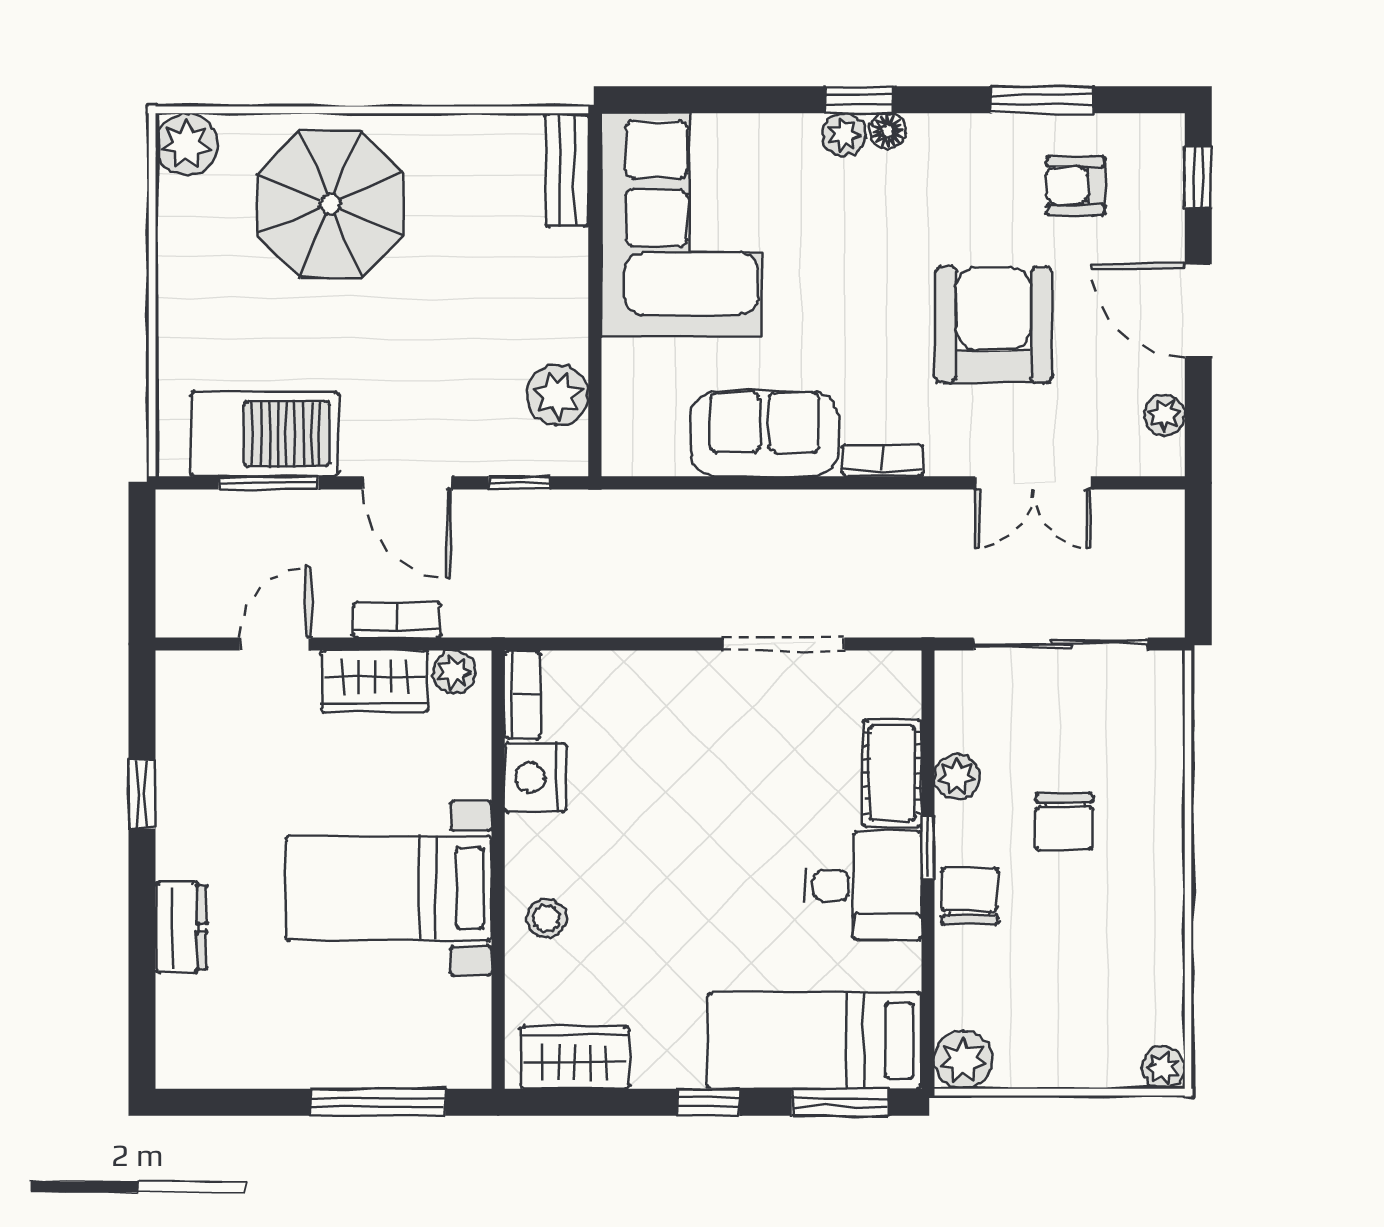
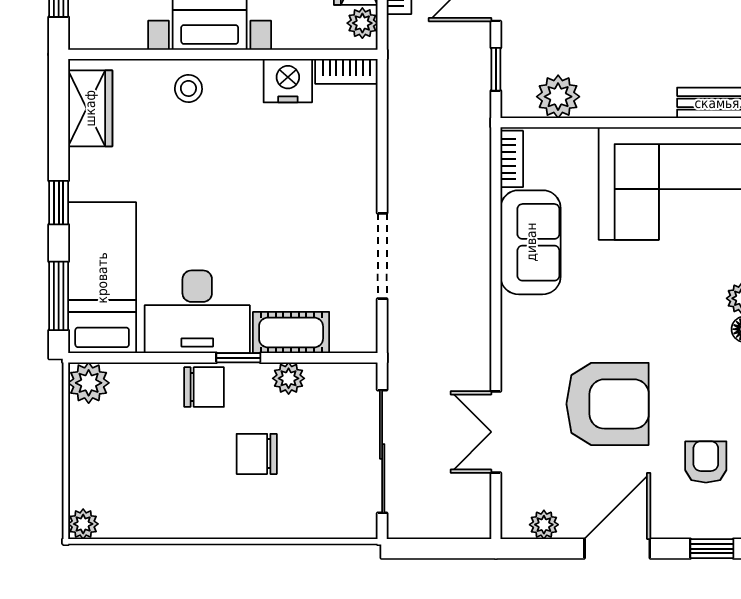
bookcase: (883, 460) -> (512, 159), moved
desk: (863, 886) -> (197, 312), width x1.37

